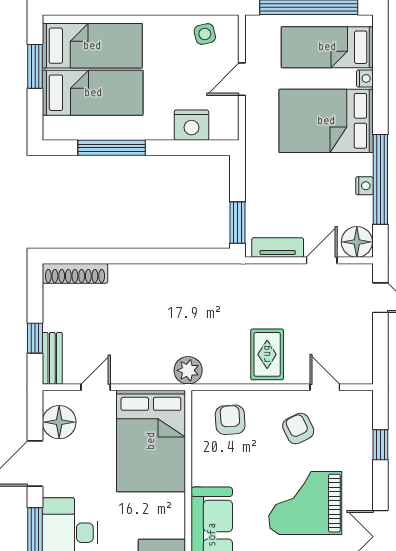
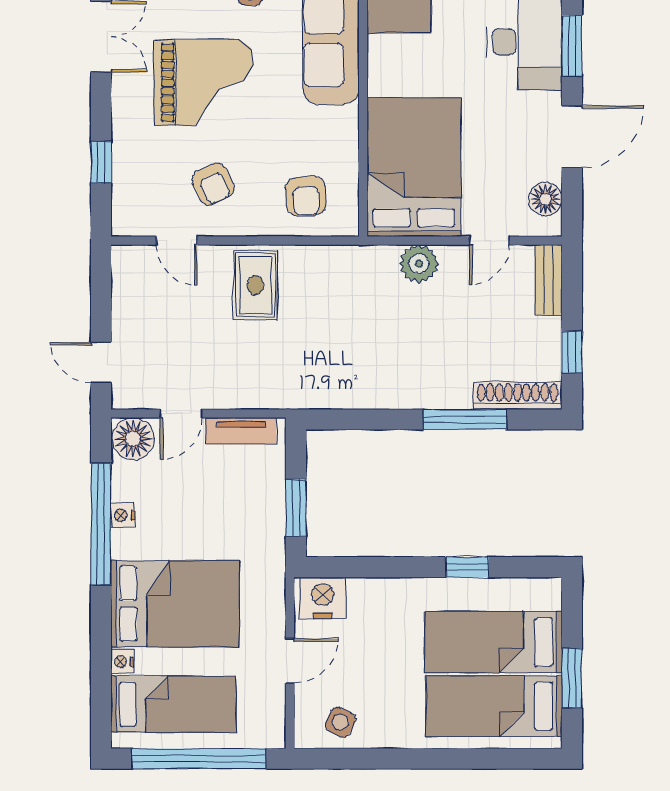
side table: (205, 34) -> (340, 722), turned 38
nightstand: (191, 125) -> (323, 598), moved
window: (112, 148) -> (467, 567), width x0.46
window: (237, 223) -> (296, 508), moved
window: (113, 256) -> (465, 419), added
window: (35, 338) -> (572, 352), moved
plant: (188, 370) -> (419, 264), moved
floor lamp: (59, 422) -> (545, 199), width x0.73, depth x0.73

